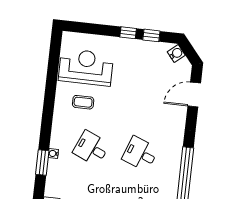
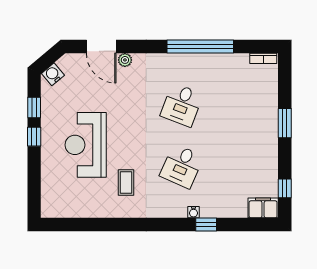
reception desk: (86, 67) -> (86, 145), moved
plant: (181, 112) -> (125, 60), added
window: (42, 163) -> (206, 225), width x0.67

